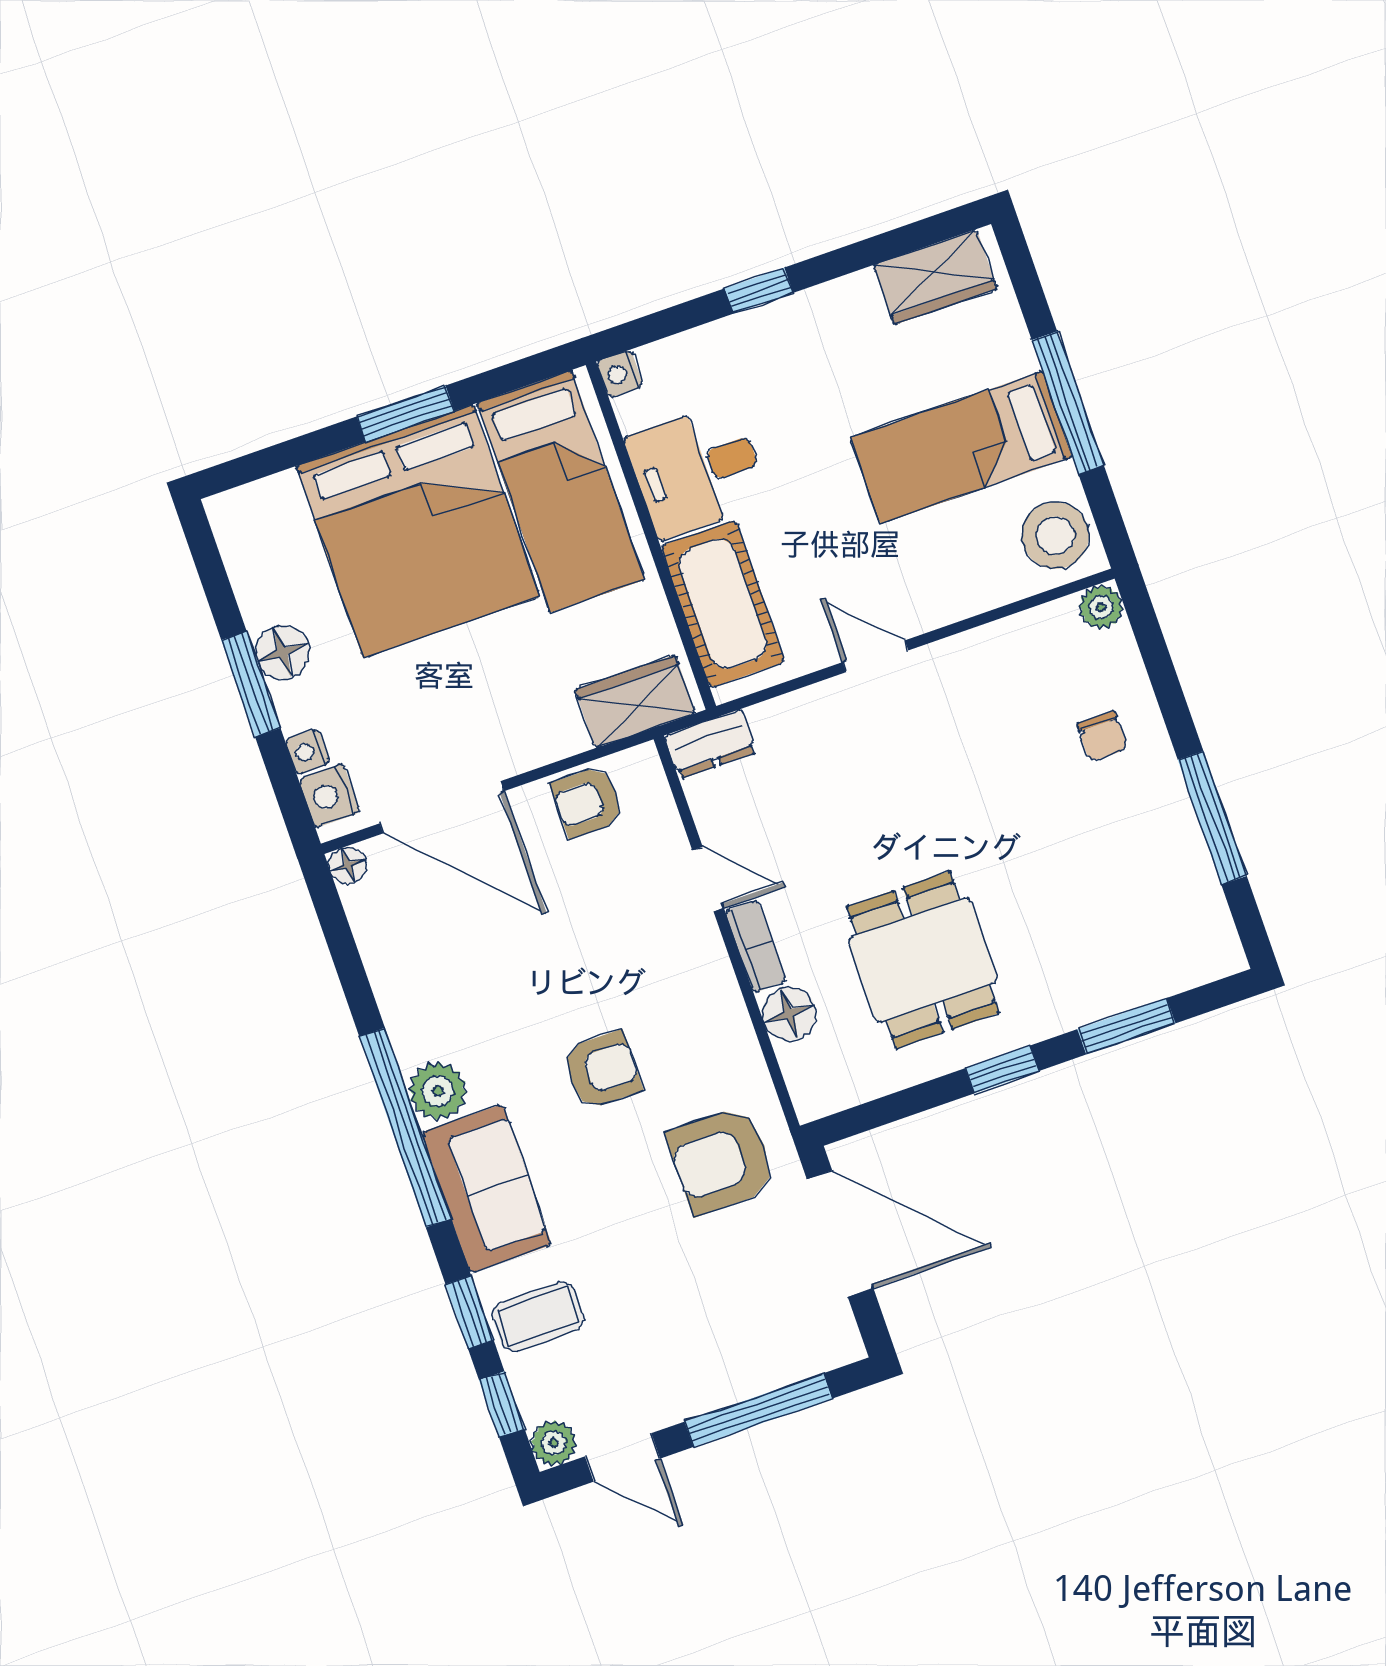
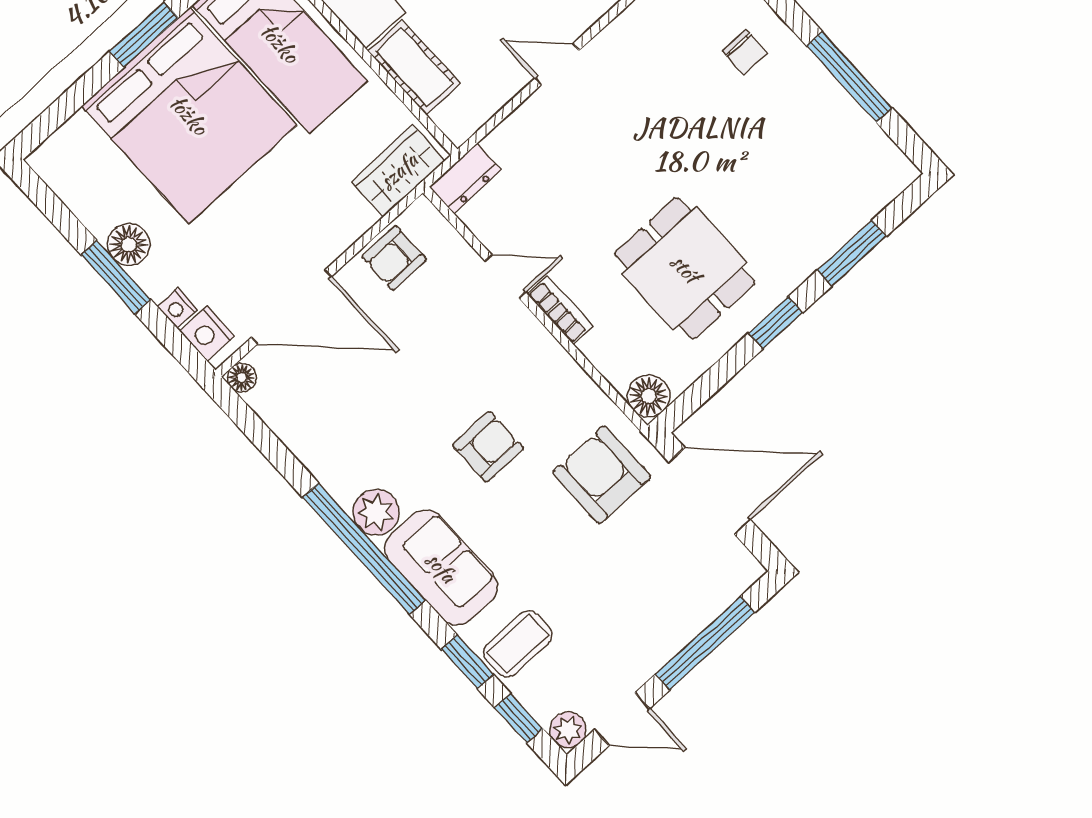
cot: (723, 604) -> (414, 67), width x0.73, depth x0.75
floor lamp: (789, 1014) -> (649, 396), moved
armchair: (722, 1160) -> (602, 475), turned 90

